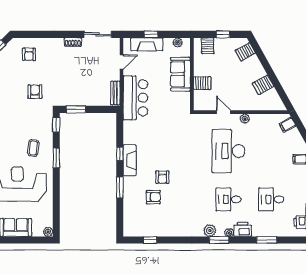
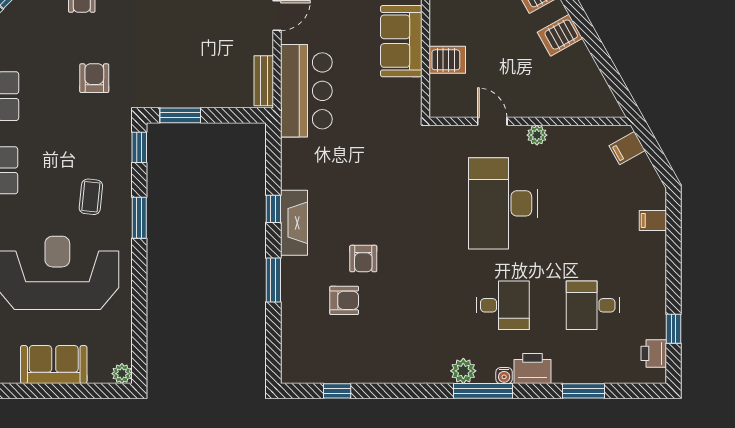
server rack: (263, 85) -> (560, 35), moved
desk: (229, 199) -> (503, 305), turned 180
window: (219, 240) -> (483, 391), width x1.44

